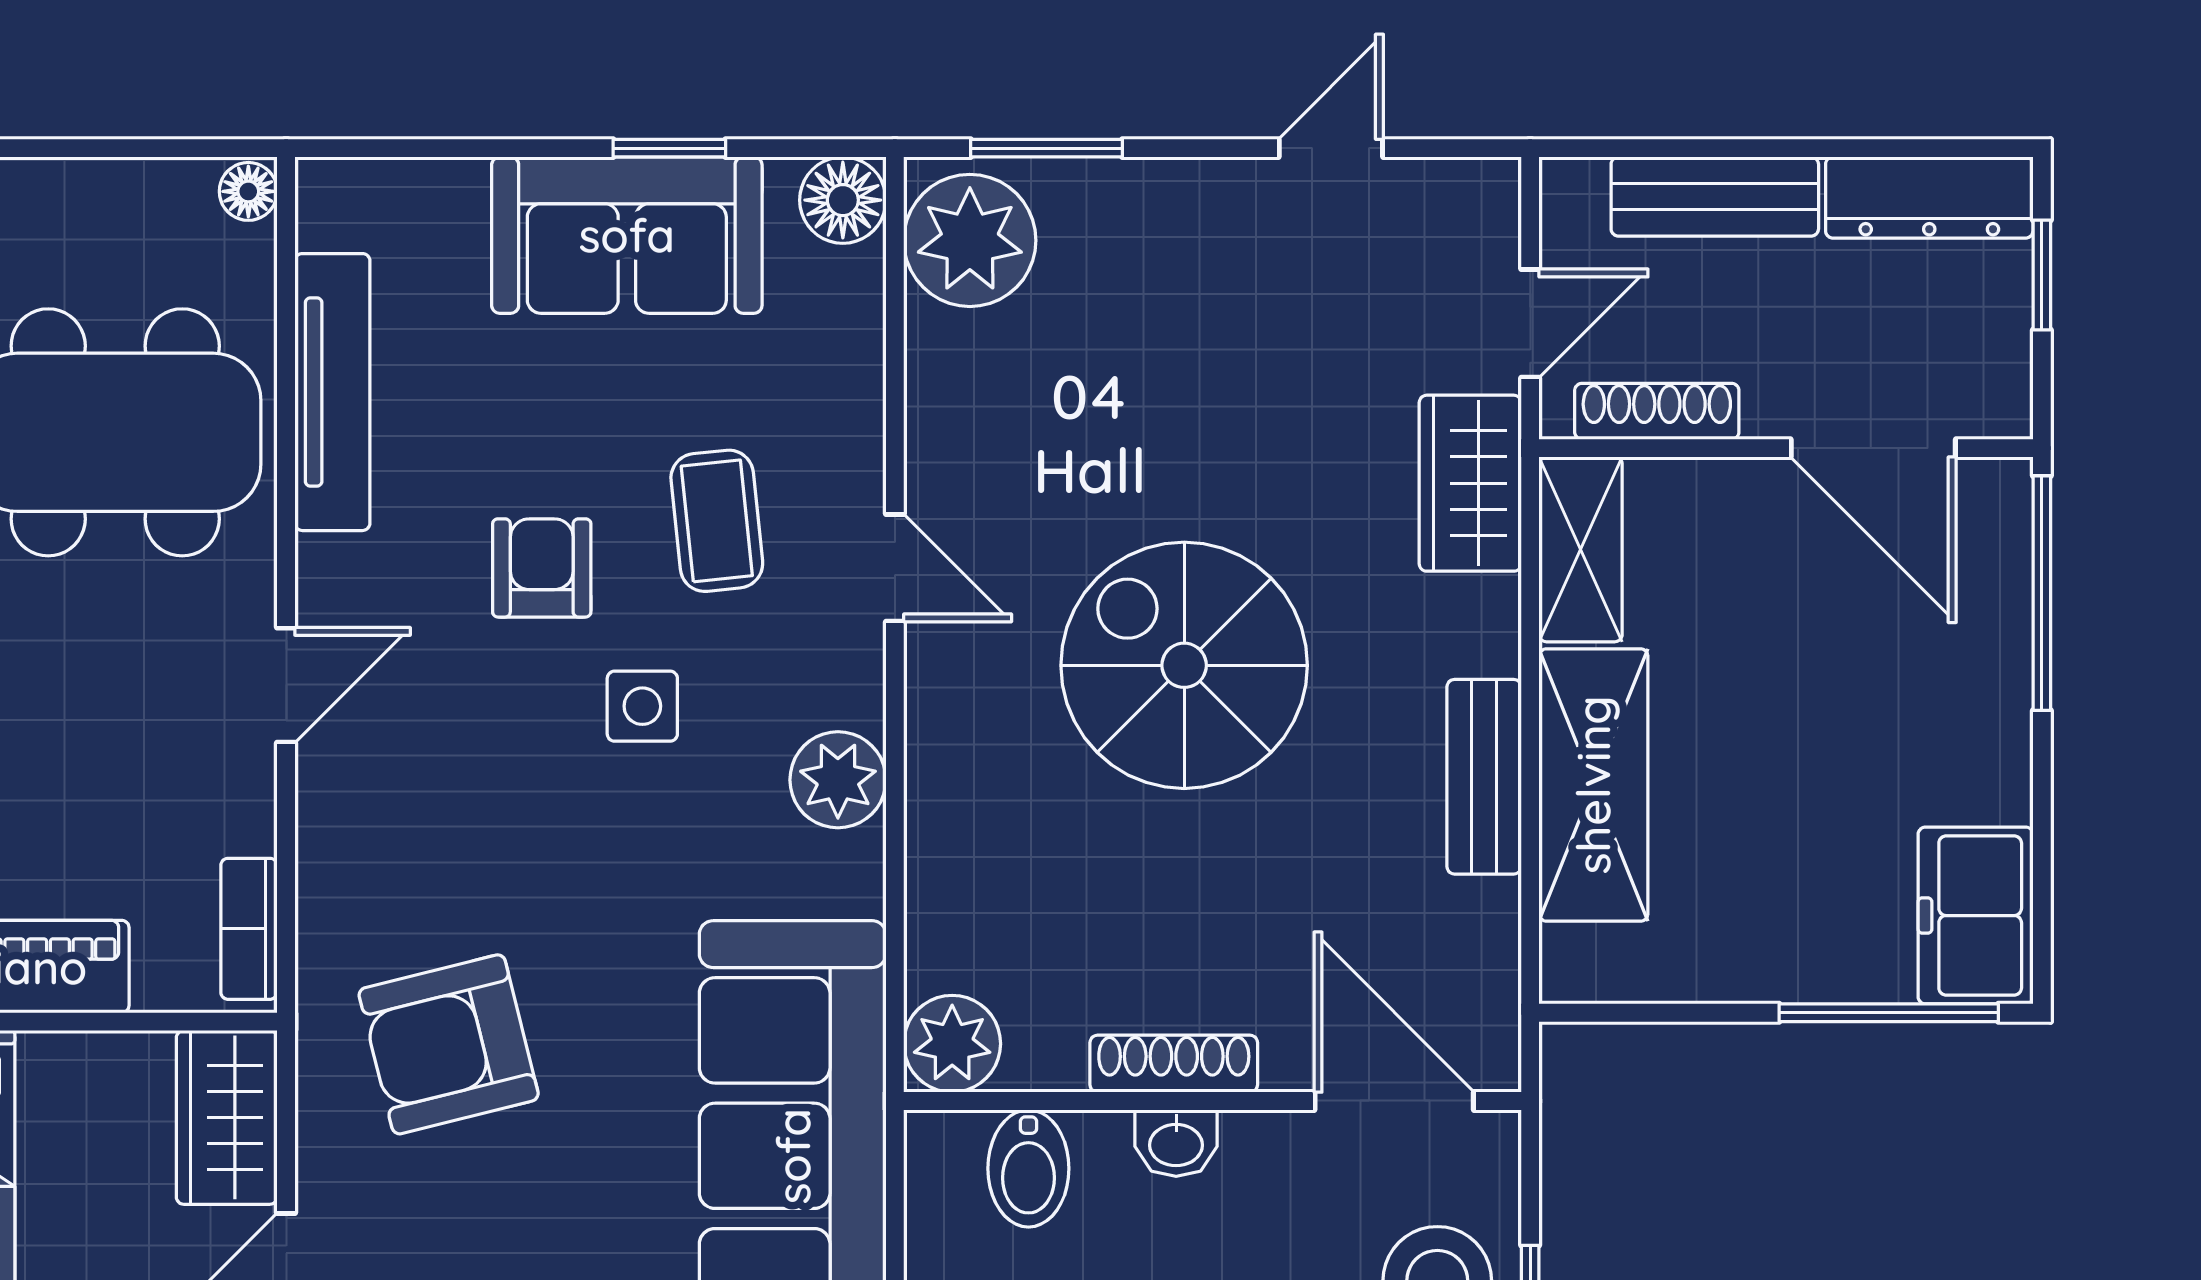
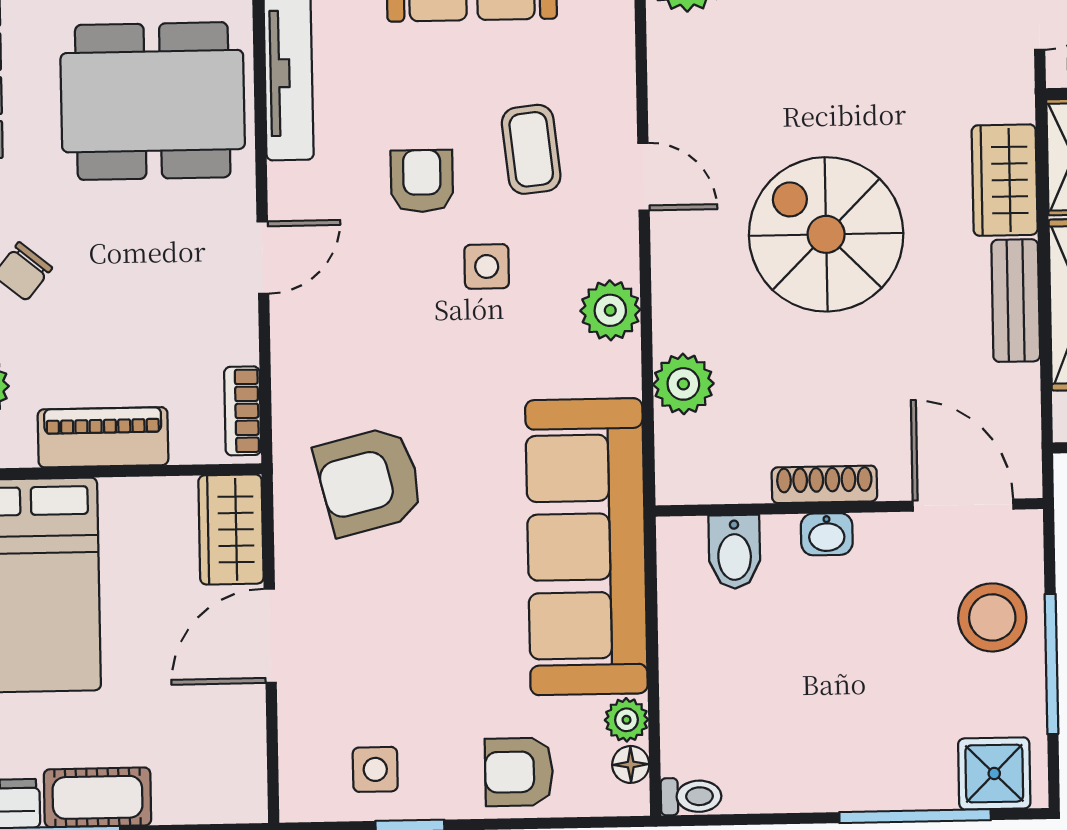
wardrobe: (1470, 483) -> (1005, 180), moved
plant: (952, 1044) -> (683, 384), moved

